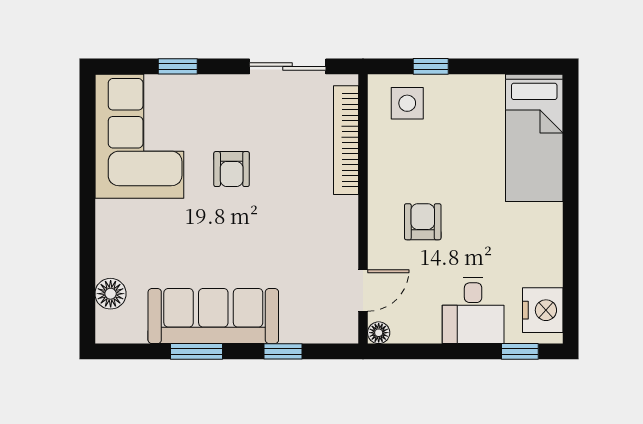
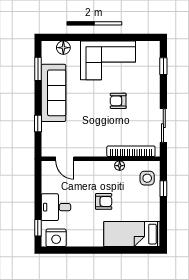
window: (178, 66) -> (163, 66), moved
corner sofa: (139, 136) -> (108, 60), moved
armchair: (423, 222) -> (104, 201), moved
floor lamp: (379, 333) -> (120, 166), moved
window: (196, 351) -> (38, 69), moved

